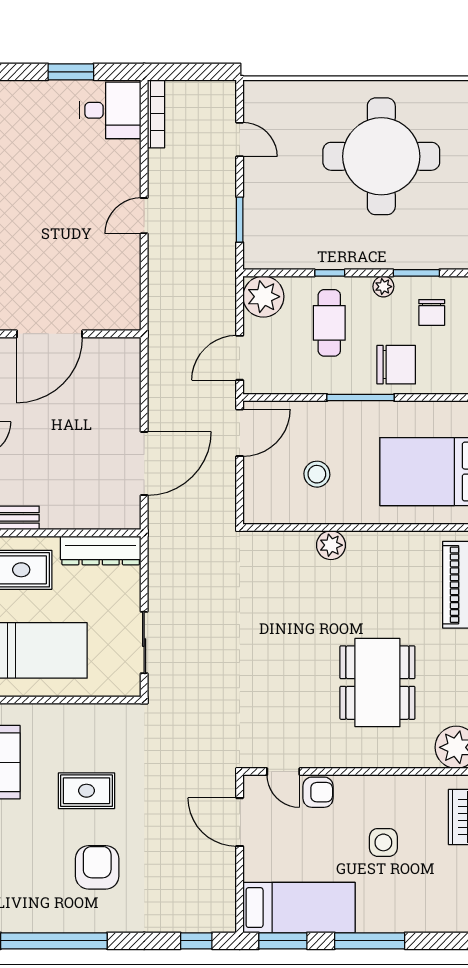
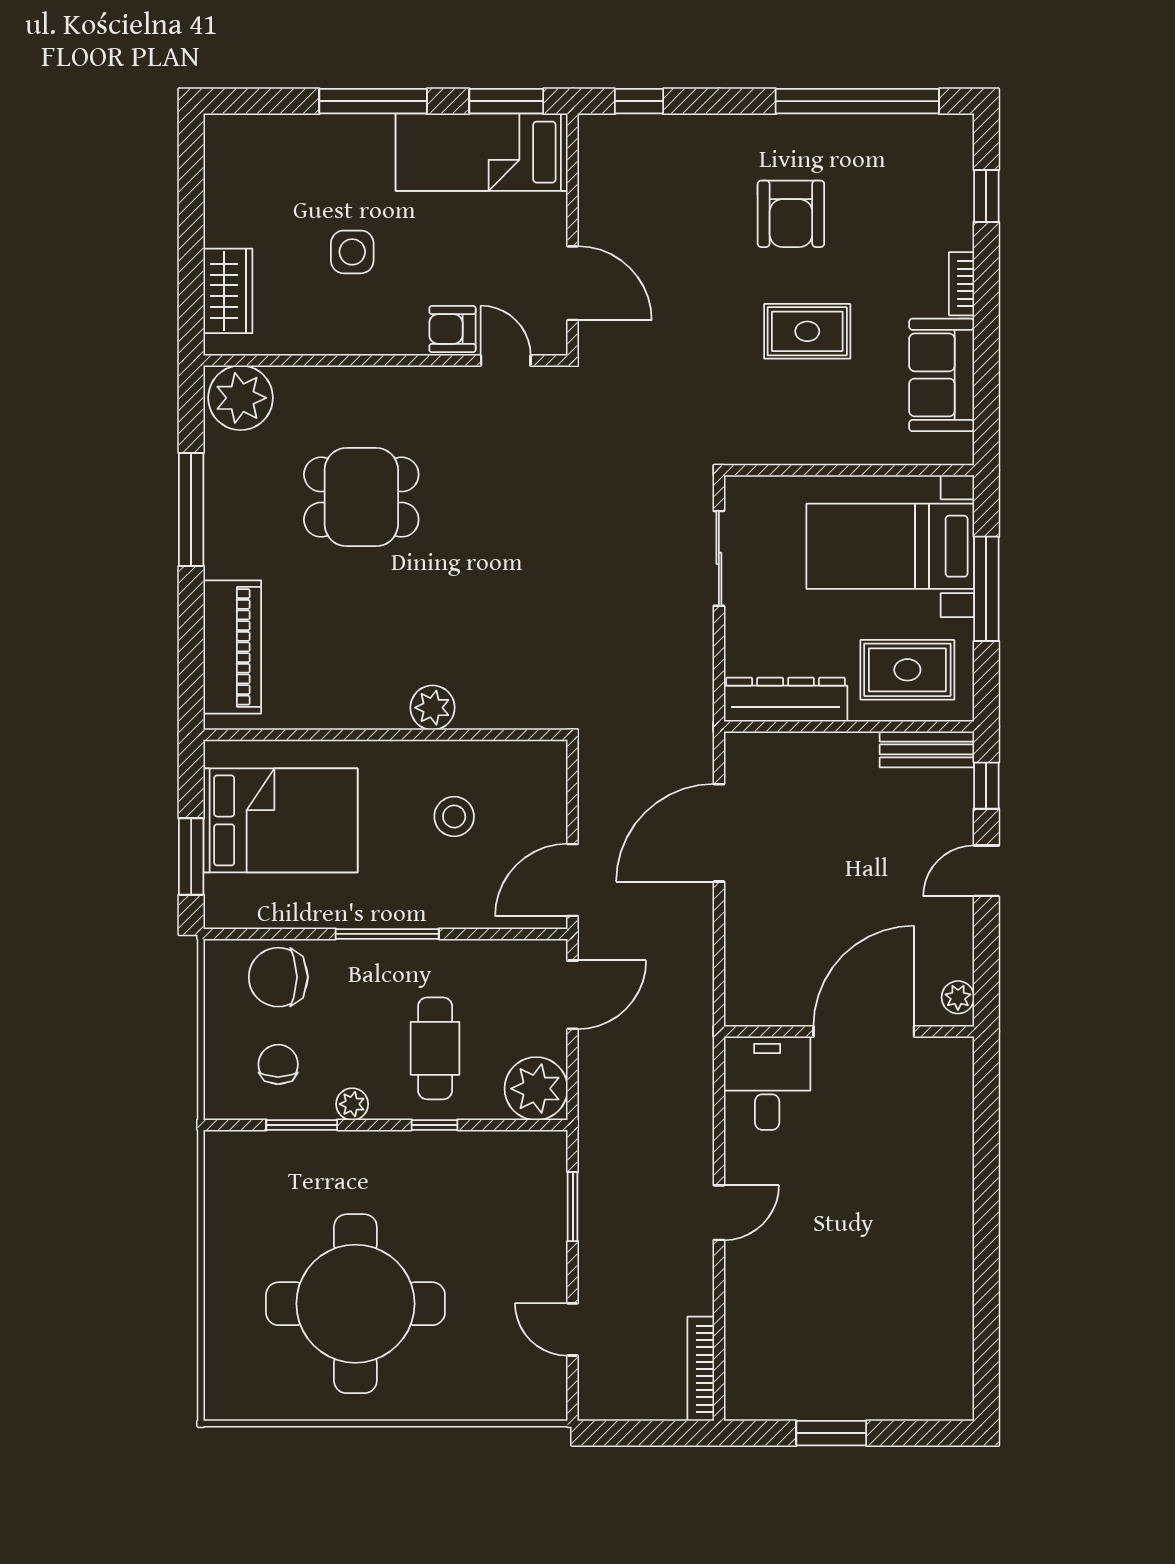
desk: (110, 110) -> (767, 1083), moved, turned 90
chair: (396, 365) -> (278, 977), moved
dining table: (377, 683) -> (361, 497), width x0.73

